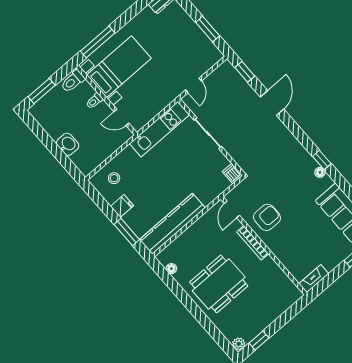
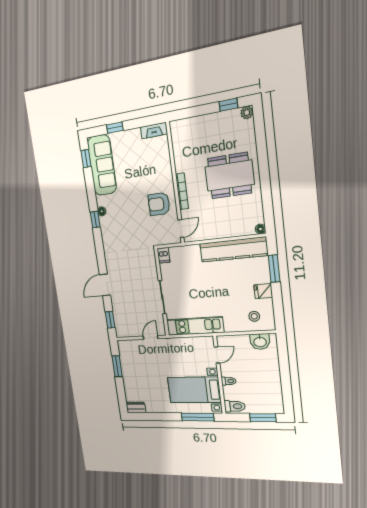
door: (121, 117) -> (217, 355), hinge flipped
washbasin: (68, 144) -> (260, 342), moved, turned -90
floor lamp: (171, 269) -> (260, 229), moved

